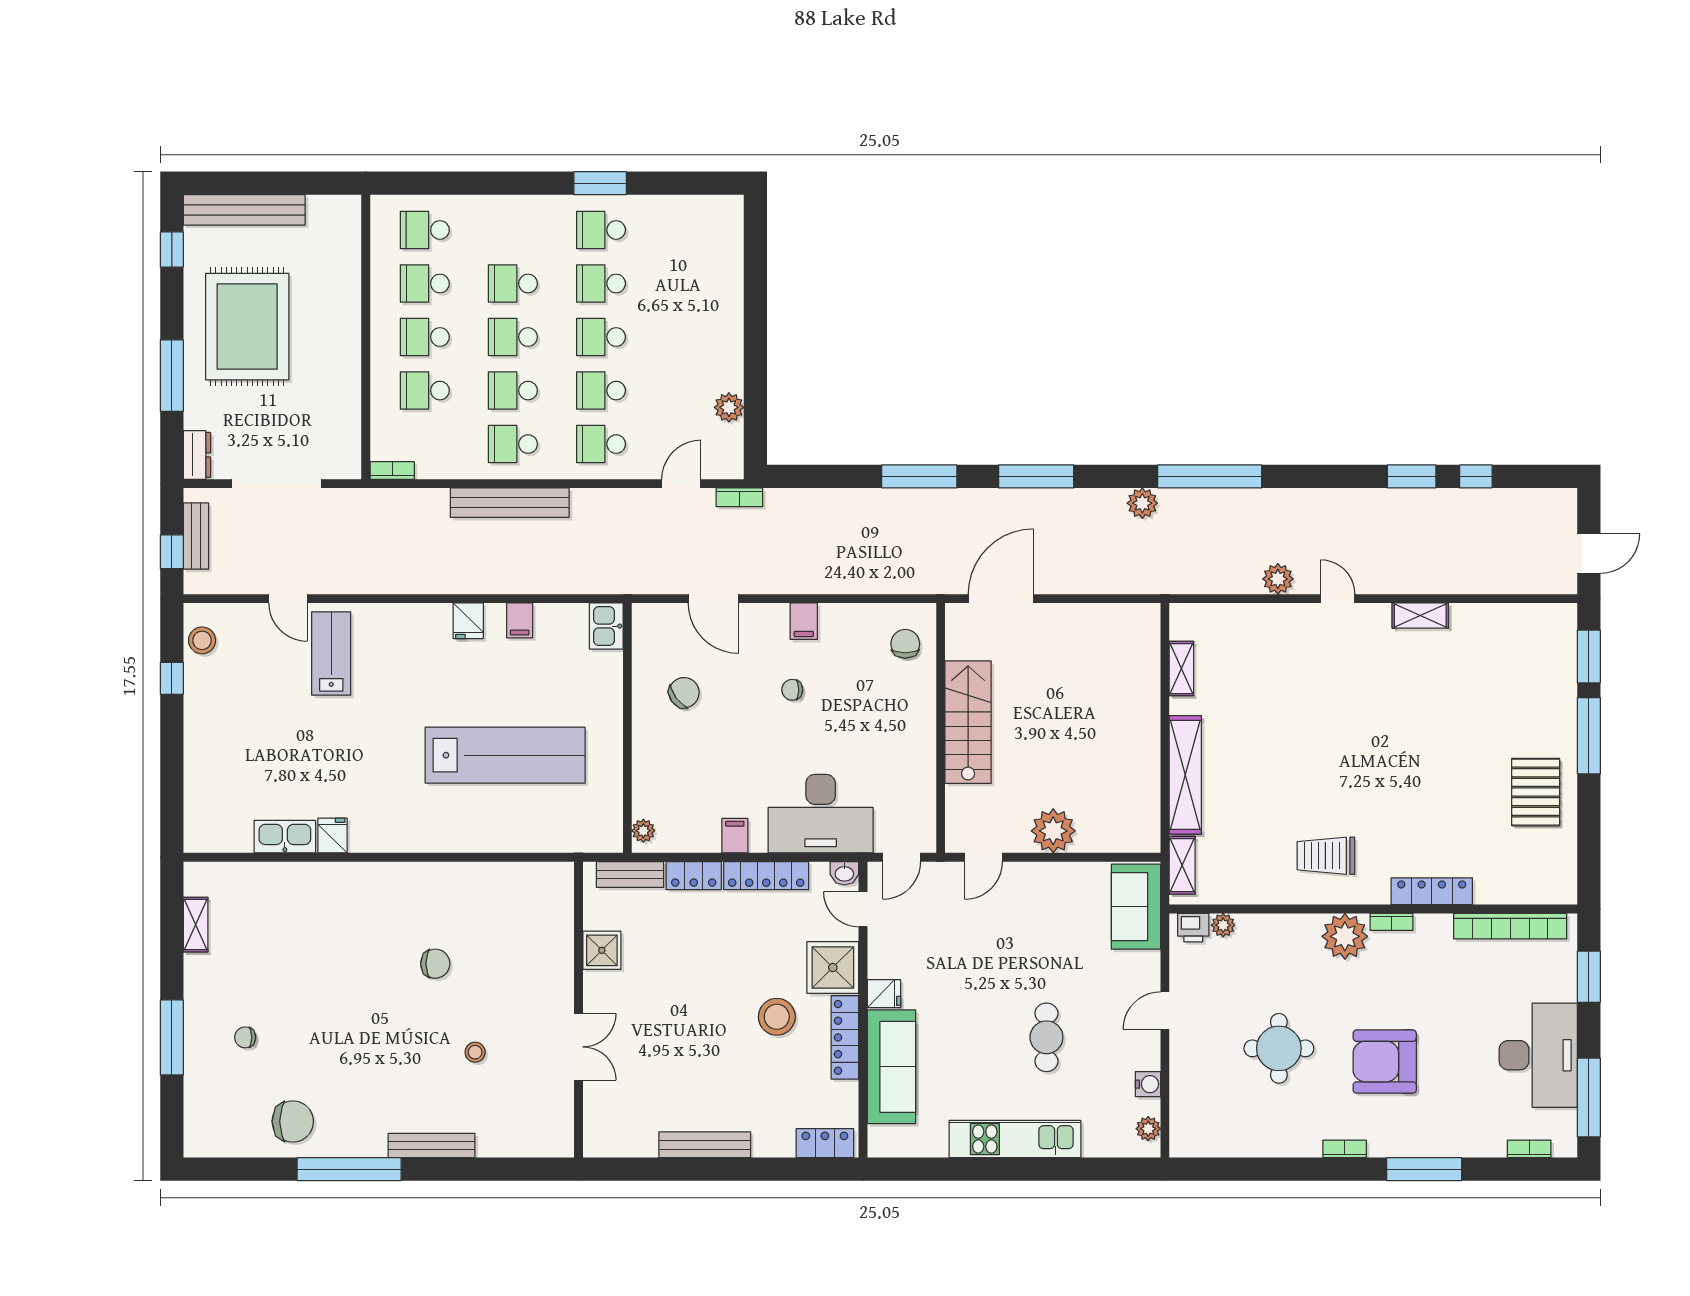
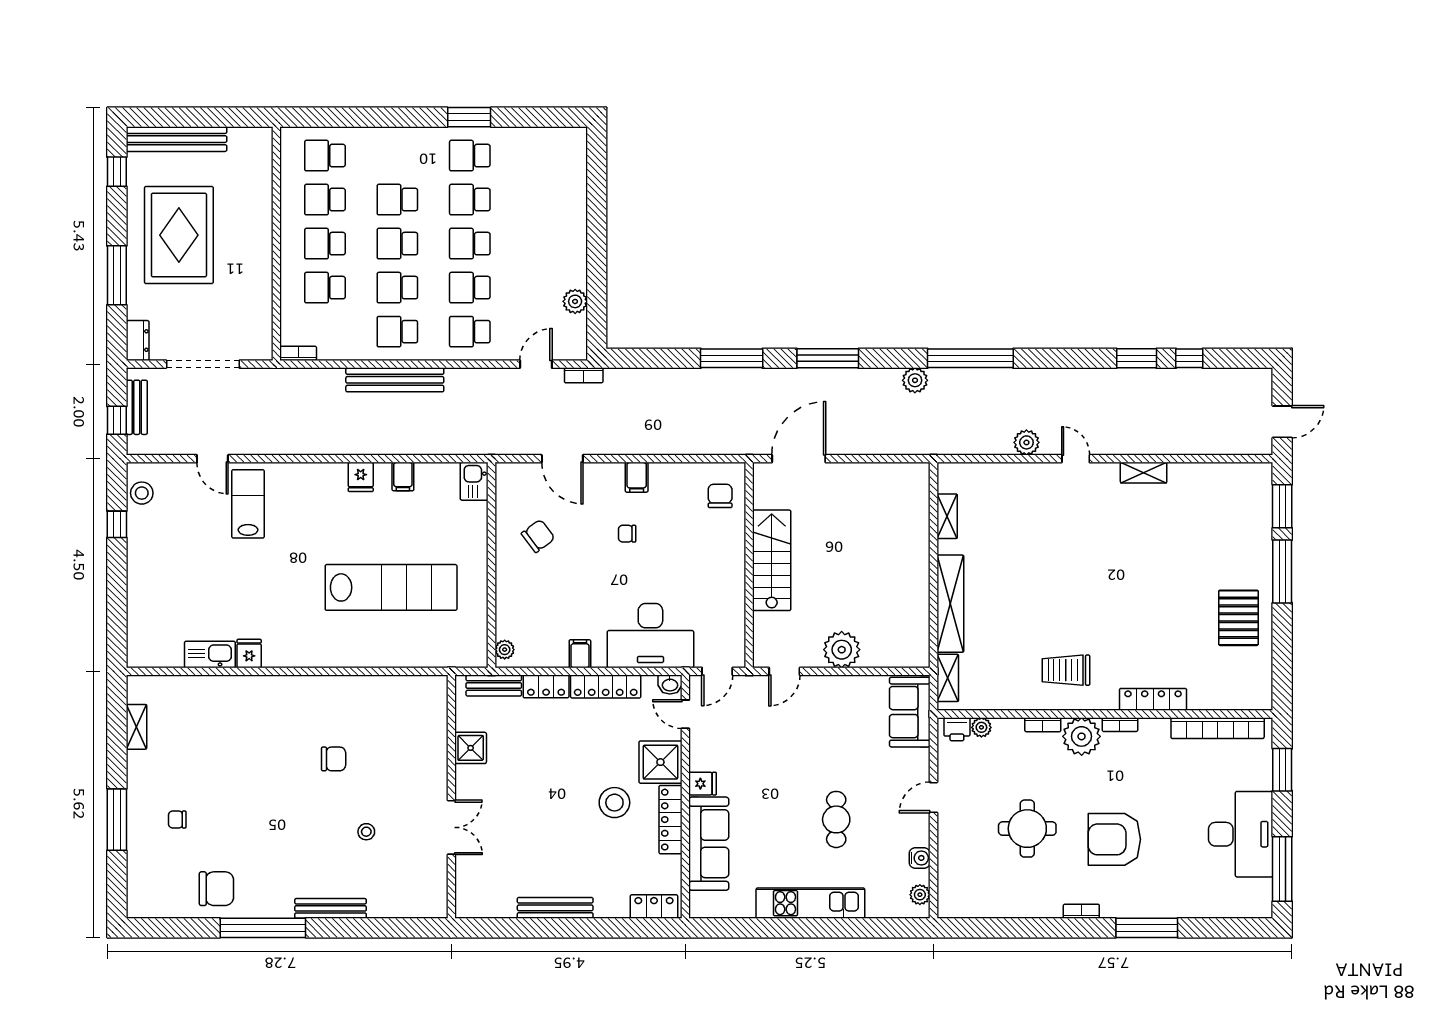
bookcase: (1529, 1149) -> (1043, 725), moved, turned 180

